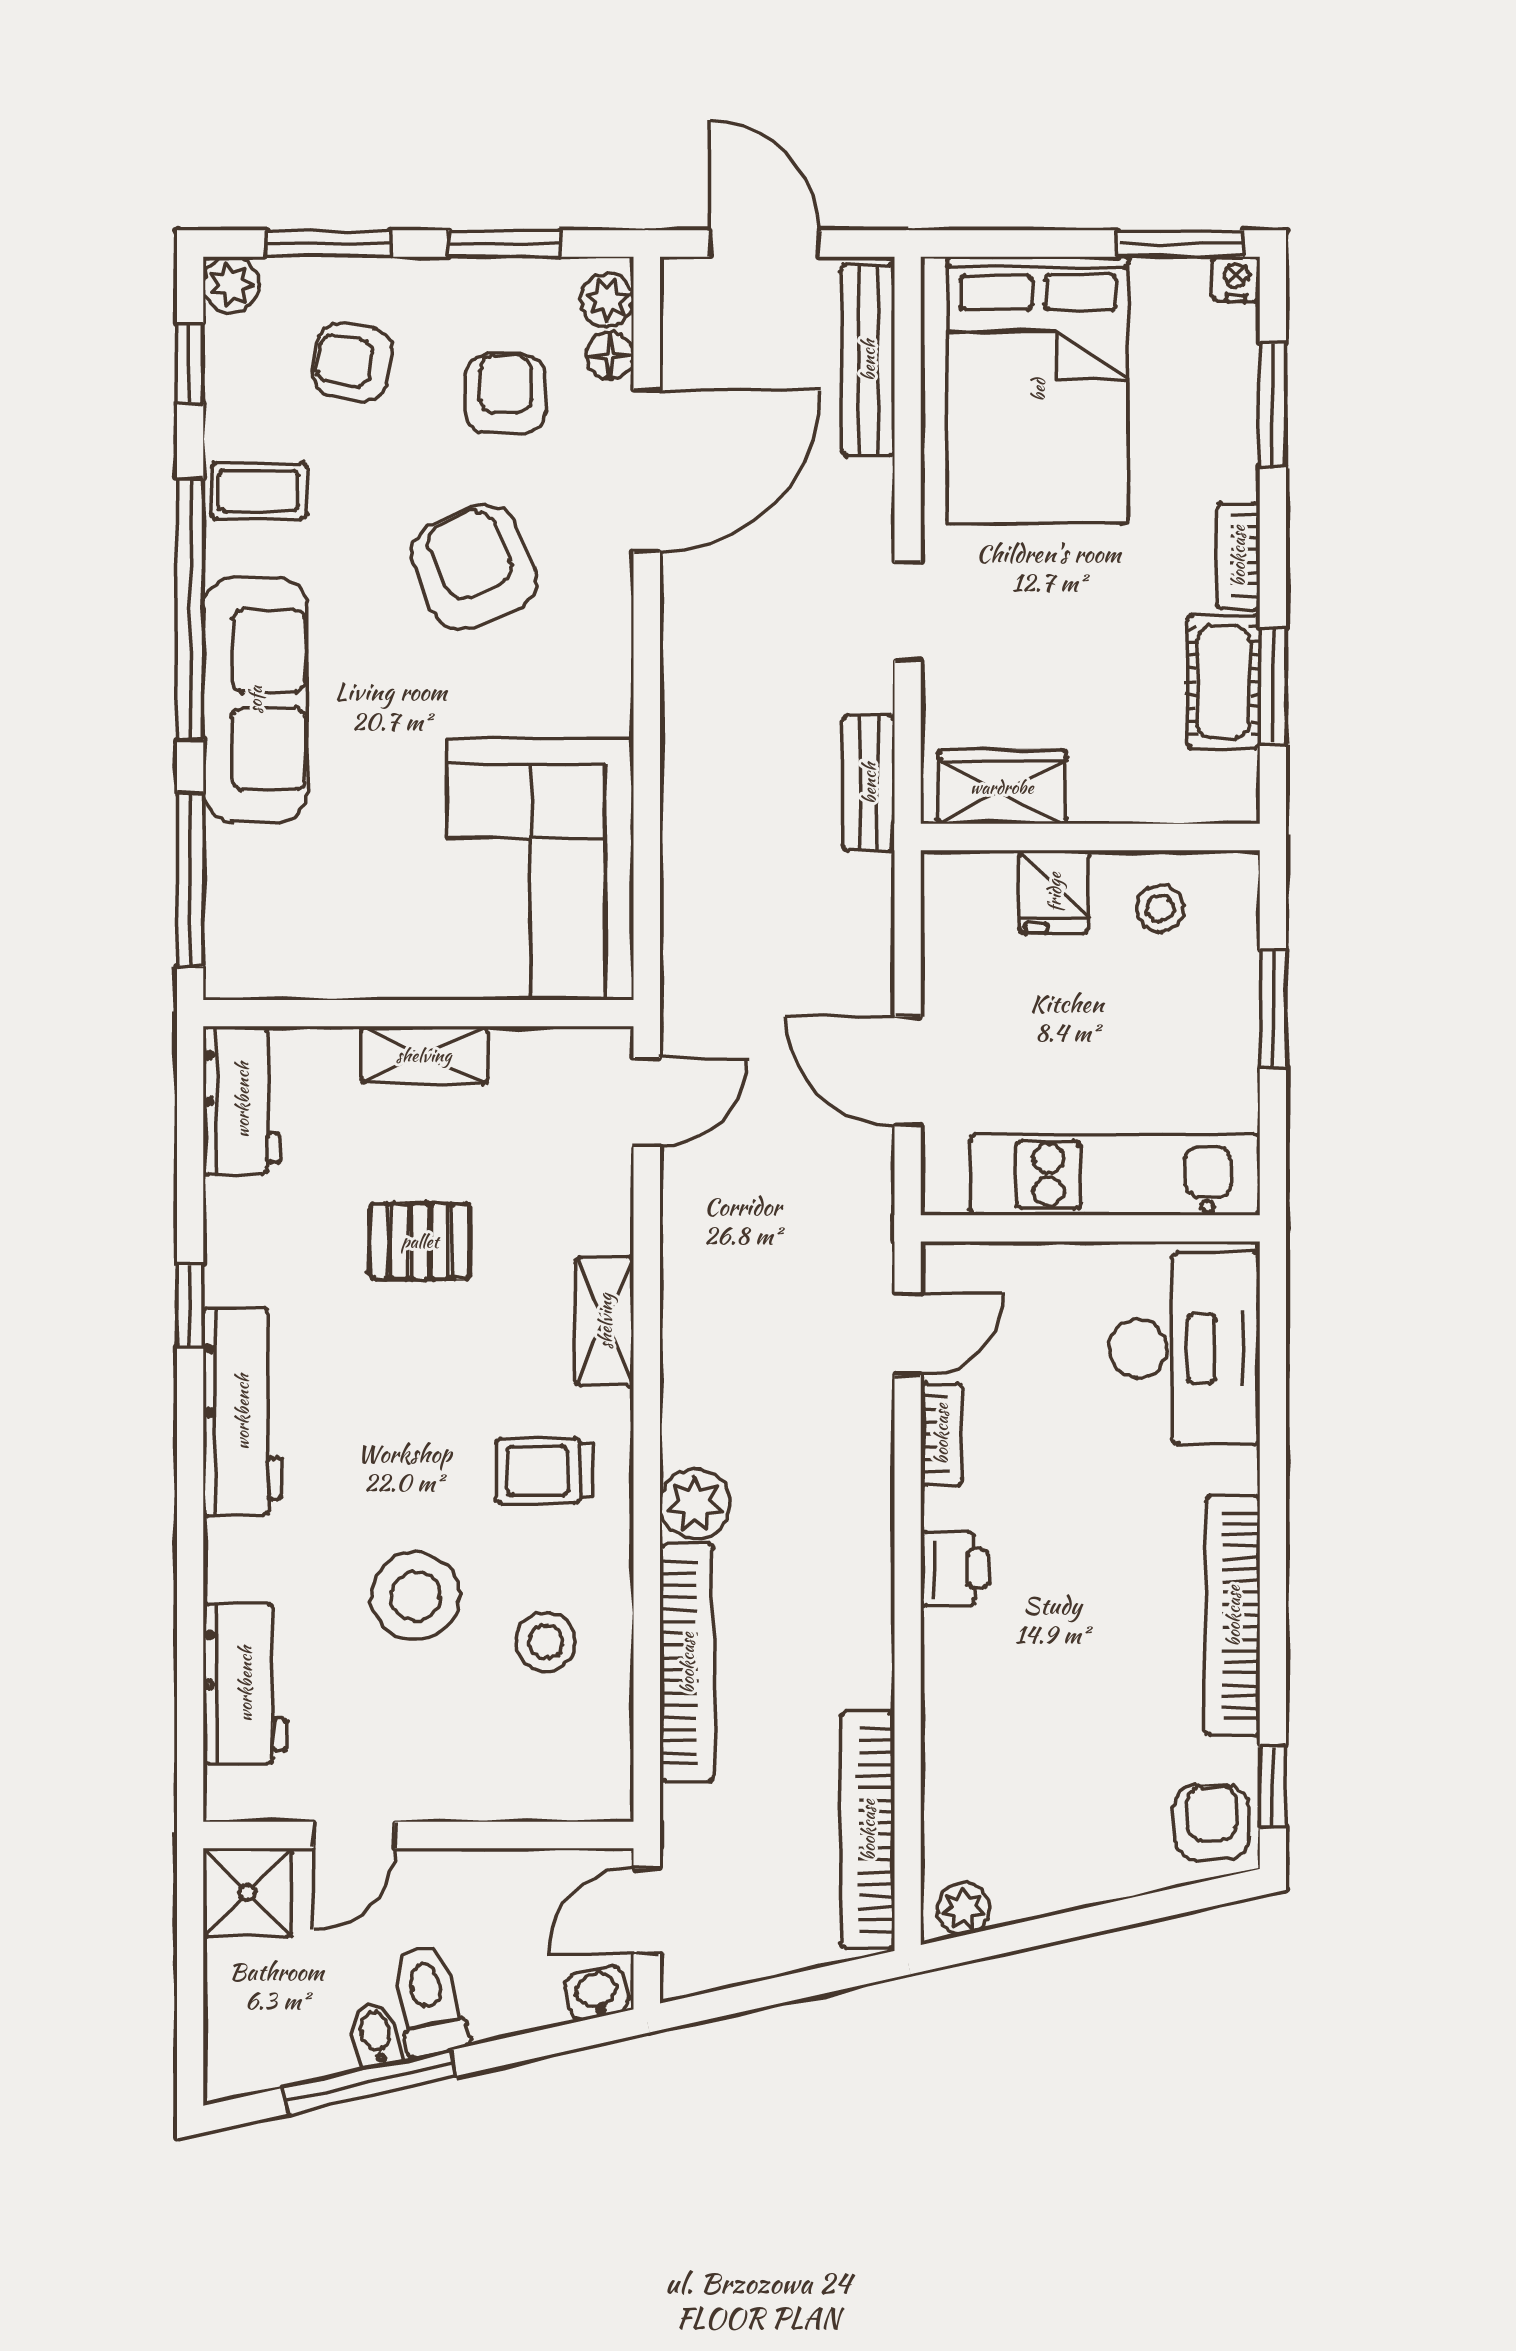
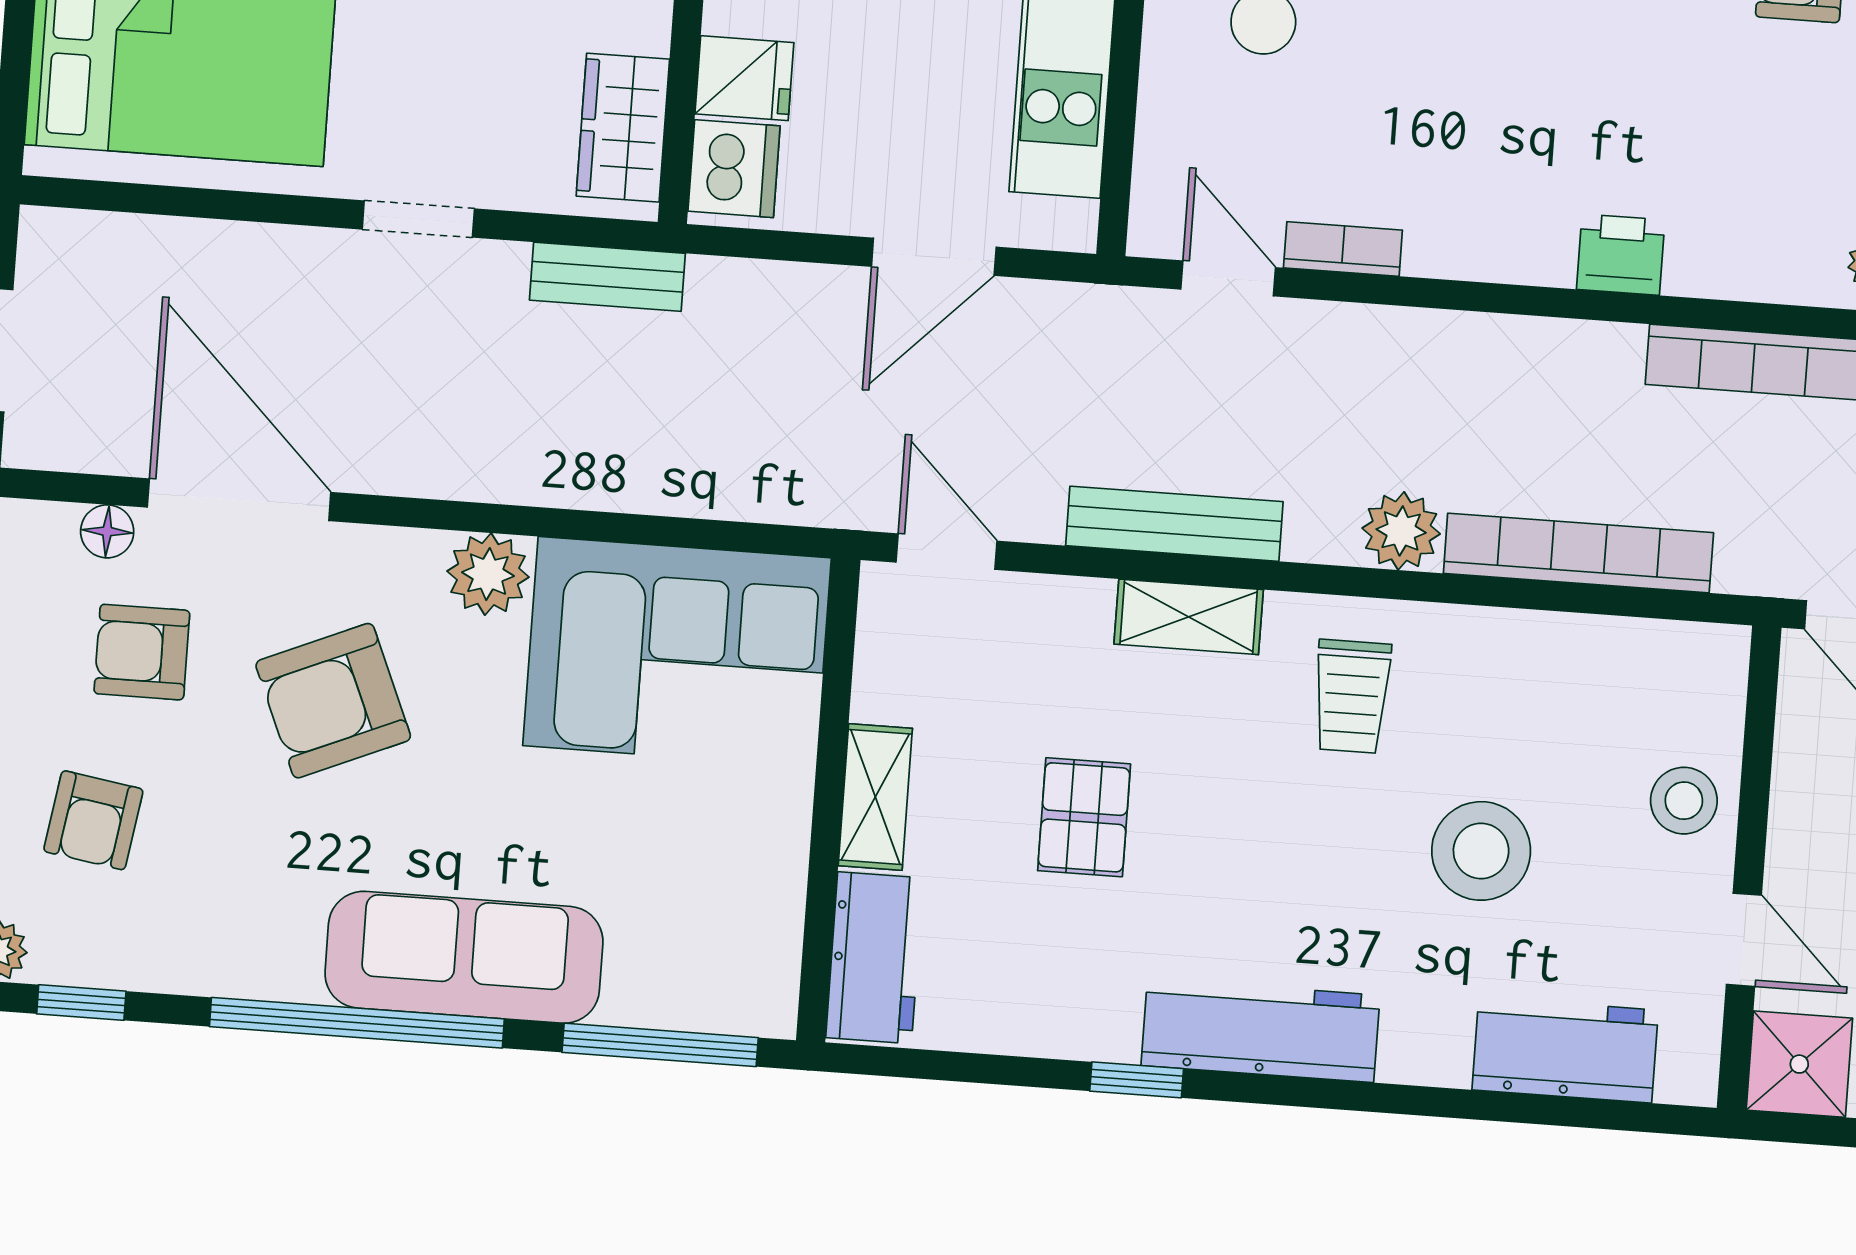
plant: (607, 300) -> (488, 574), moved, width x1.38, depth x1.38
bench: (868, 360) -> (1174, 524), moved
coffee table: (259, 491) -> (230, 936), removed
dishwasher: (973, 888) -> (734, 169), added
workbench: (242, 1100) -> (875, 958), moved, turned 90
printer: (954, 1568) -> (1621, 255), moved
stool: (546, 1642) -> (1684, 801), moved

